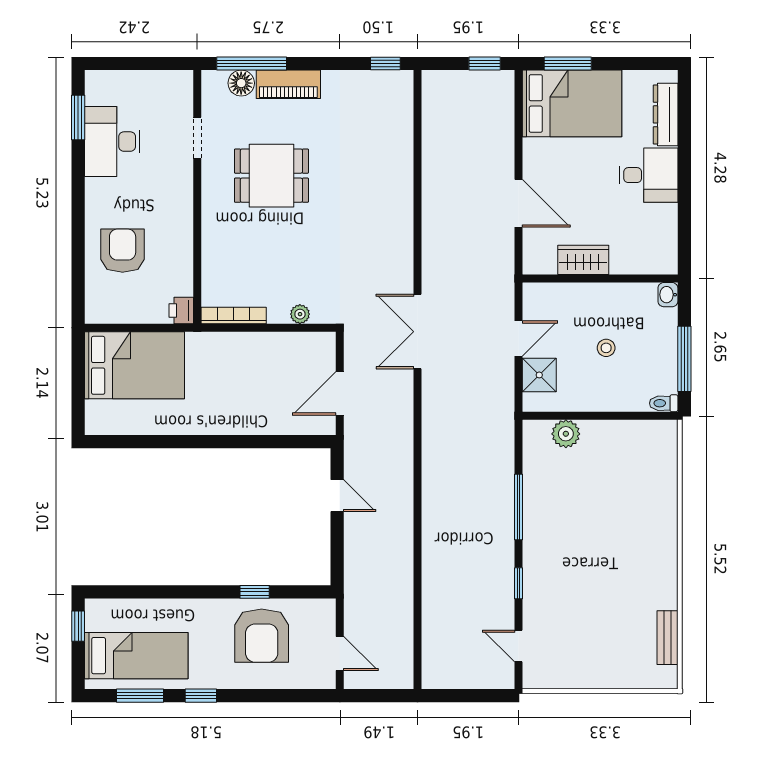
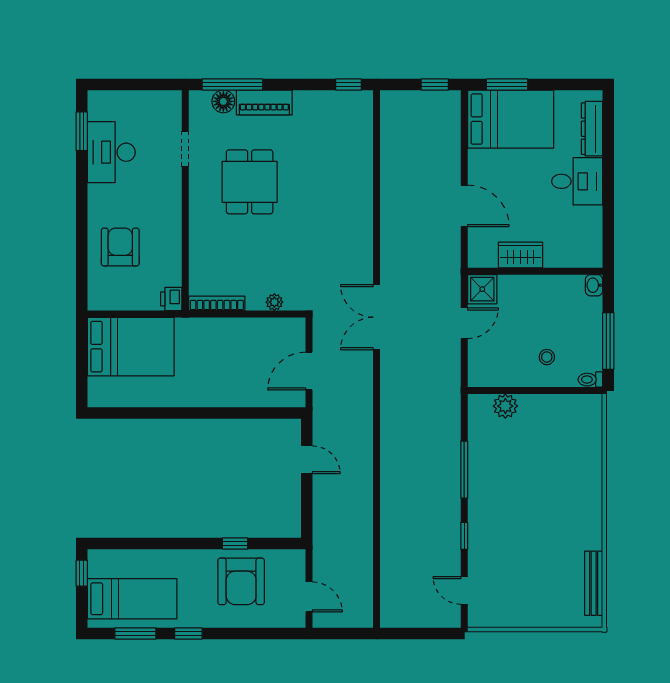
dining table: (271, 176) -> (250, 182), turned 90
stool: (606, 348) -> (547, 357), moved
shower: (539, 375) -> (482, 289), moved
bench: (667, 638) -> (594, 583), width x1.36

